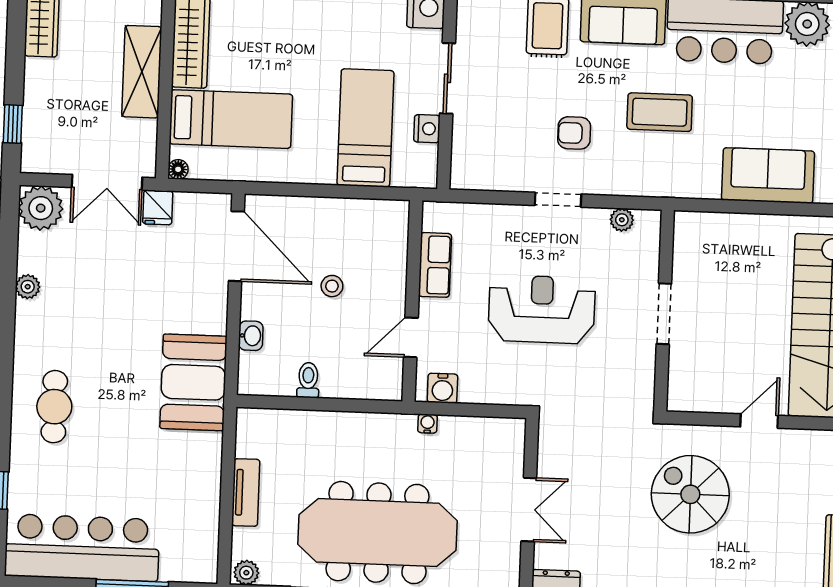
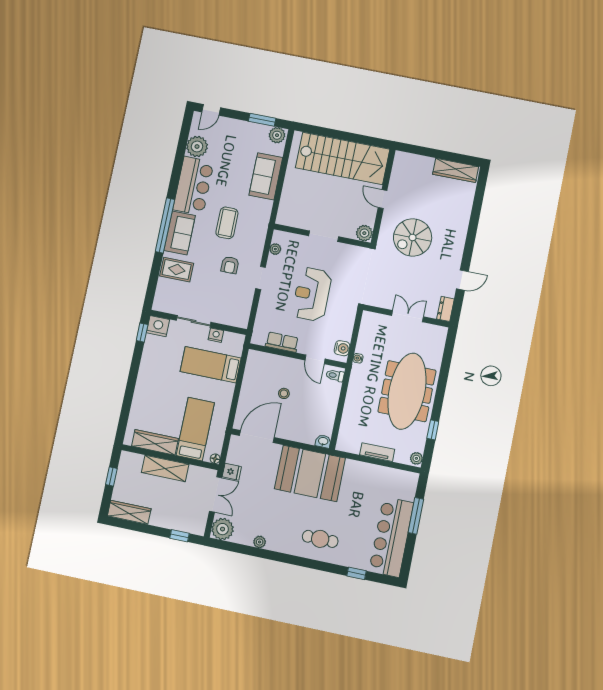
washbasin: (251, 336) -> (323, 441), moved
toilet: (308, 380) -> (335, 376), moved
booth: (193, 382) -> (310, 473), width x1.36, depth x1.42
plant: (684, 395) -> (364, 233), added

